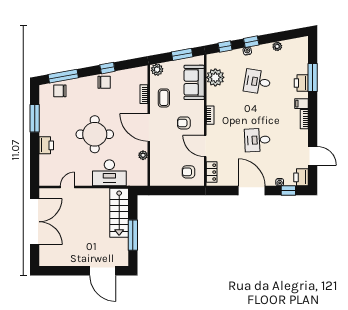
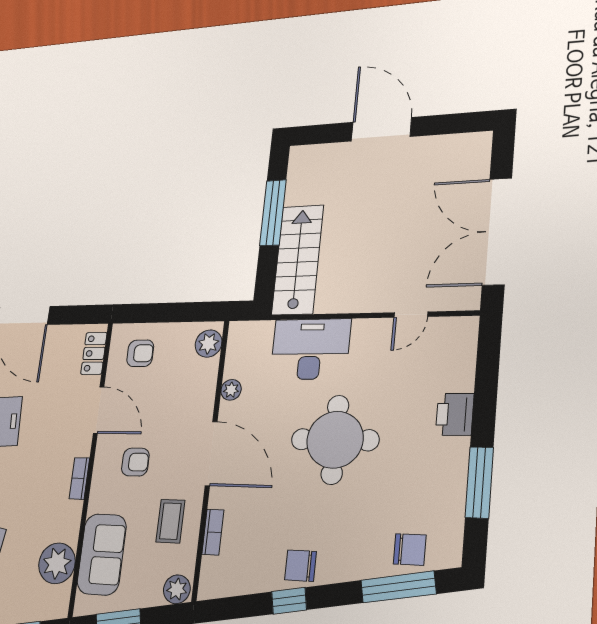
plant: (156, 176) -> (208, 344), added
door: (103, 271) -> (381, 129), moved

